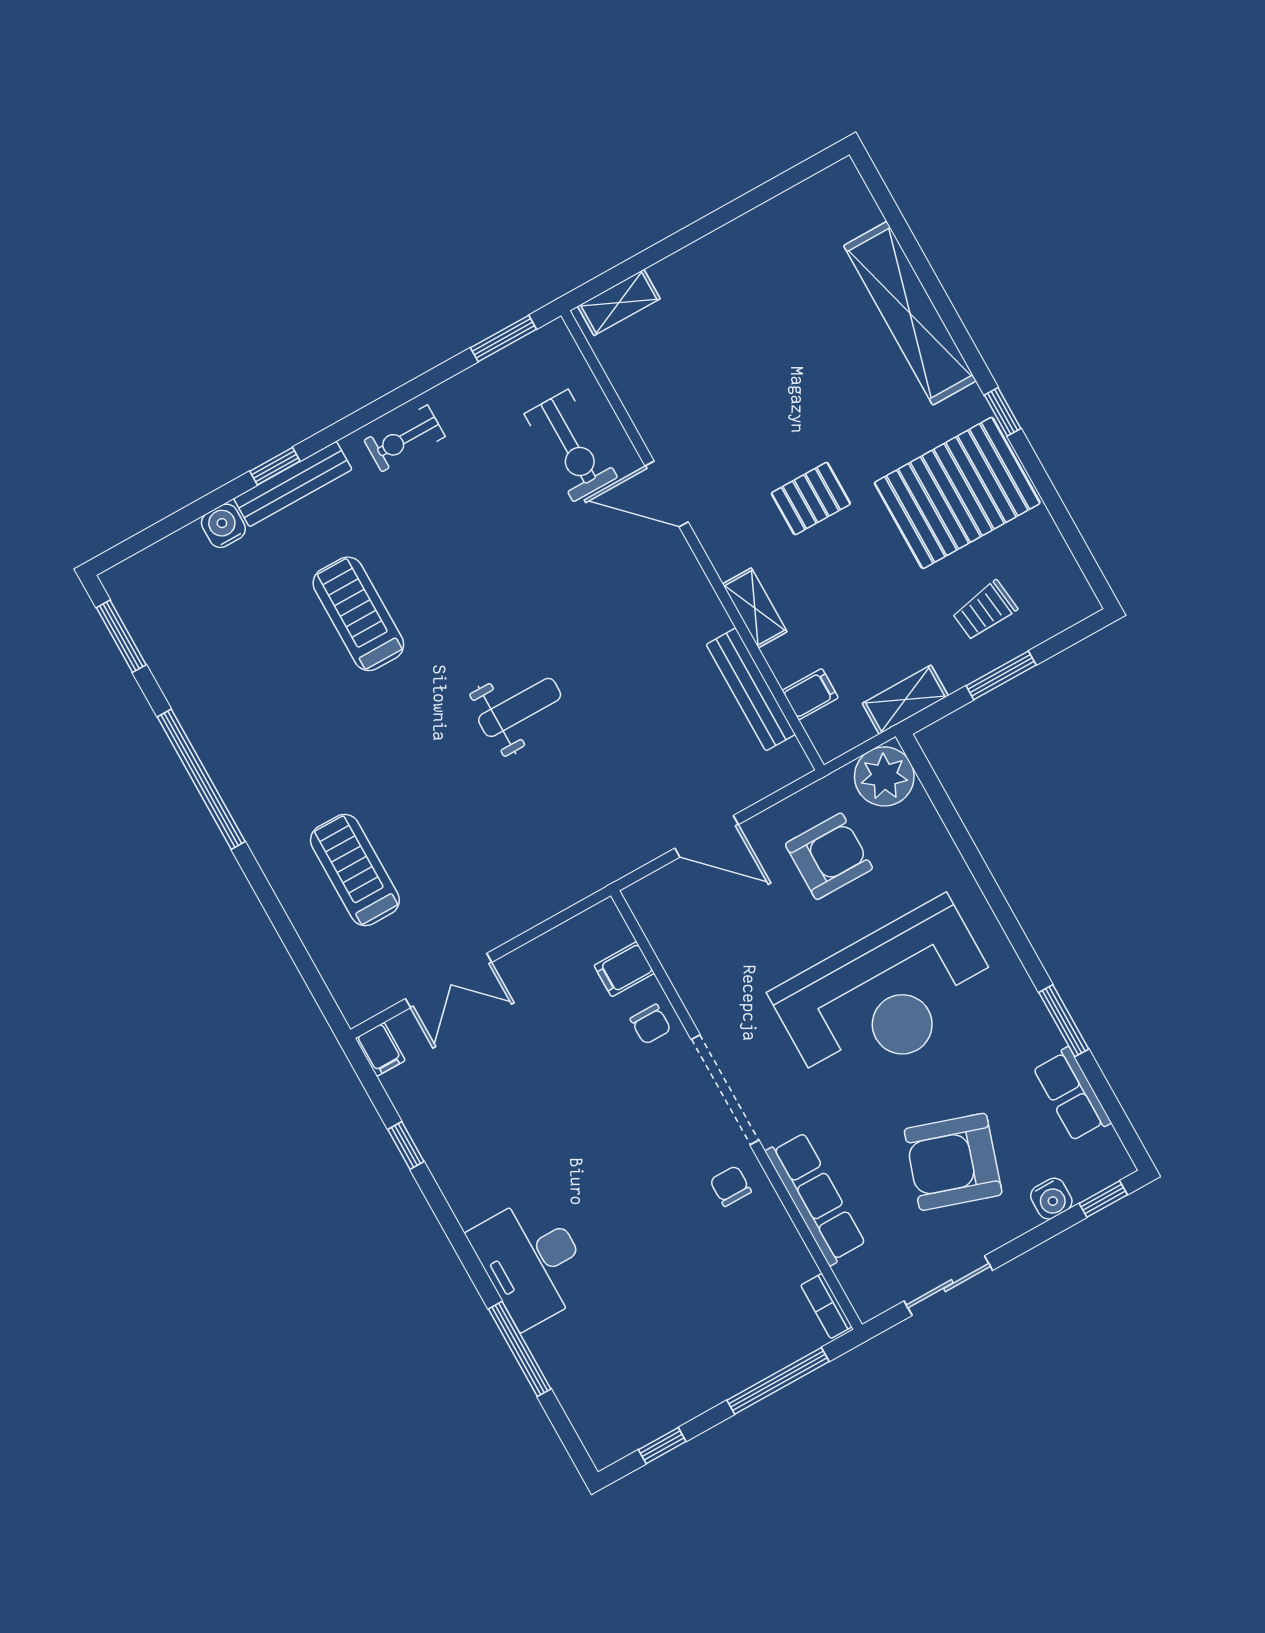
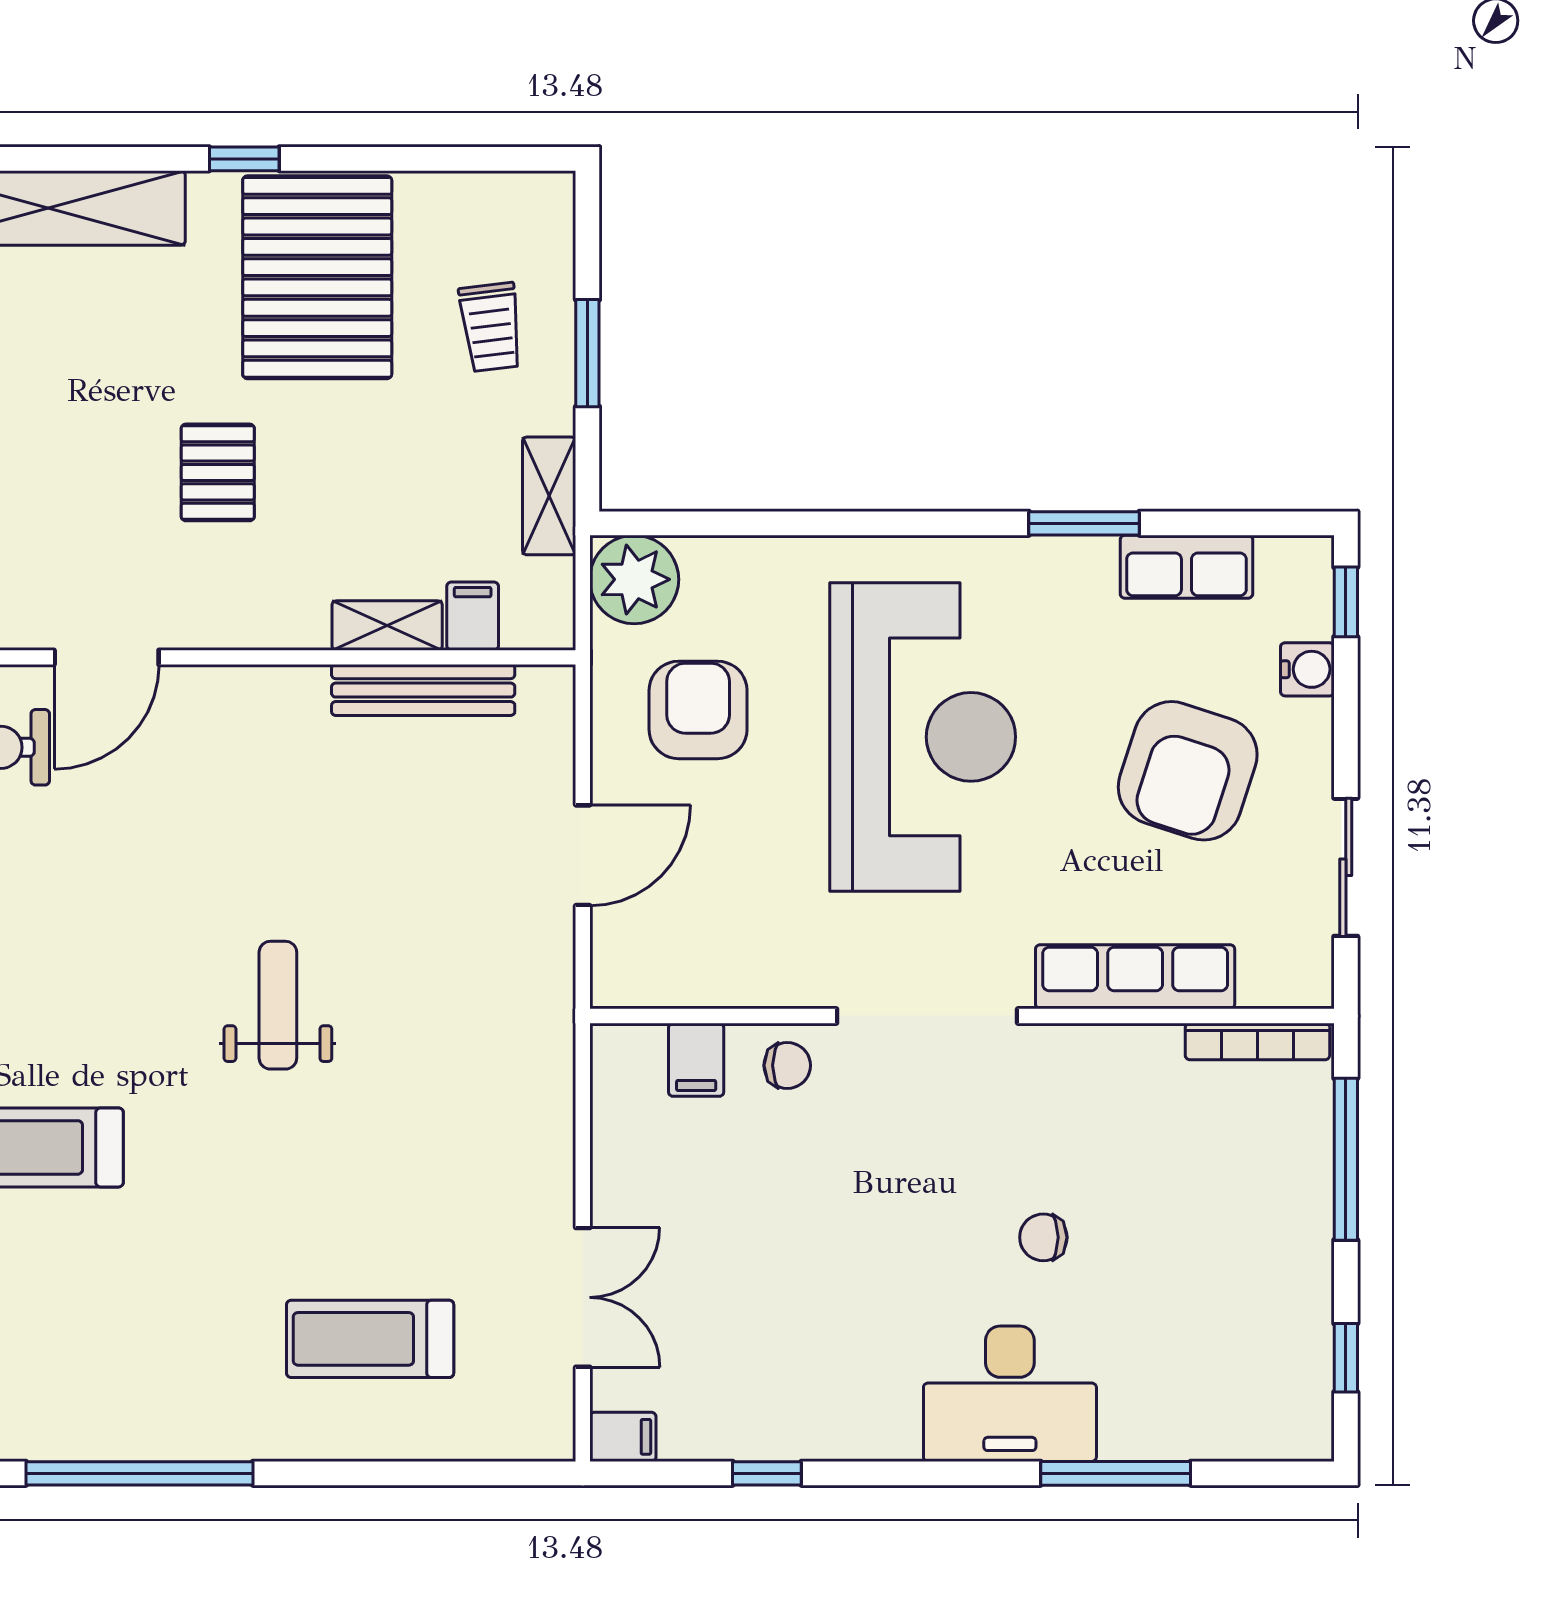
shelving: (755, 608) -> (387, 626), moved
chair: (731, 1186) -> (1043, 1237), moved
bookcase: (826, 1306) -> (1257, 1041), width x1.56

